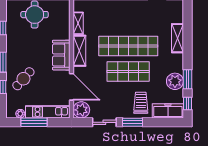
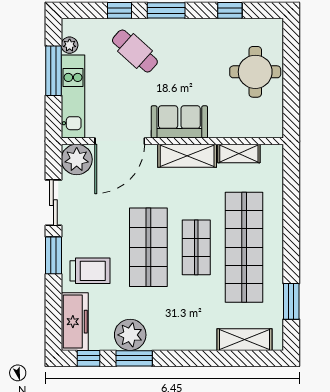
shop shelf: (128, 20) -> (244, 247), added
shelving: (177, 38) -> (245, 340), moved
shop shelf: (128, 46) -> (196, 247), width x0.50, depth x0.74

